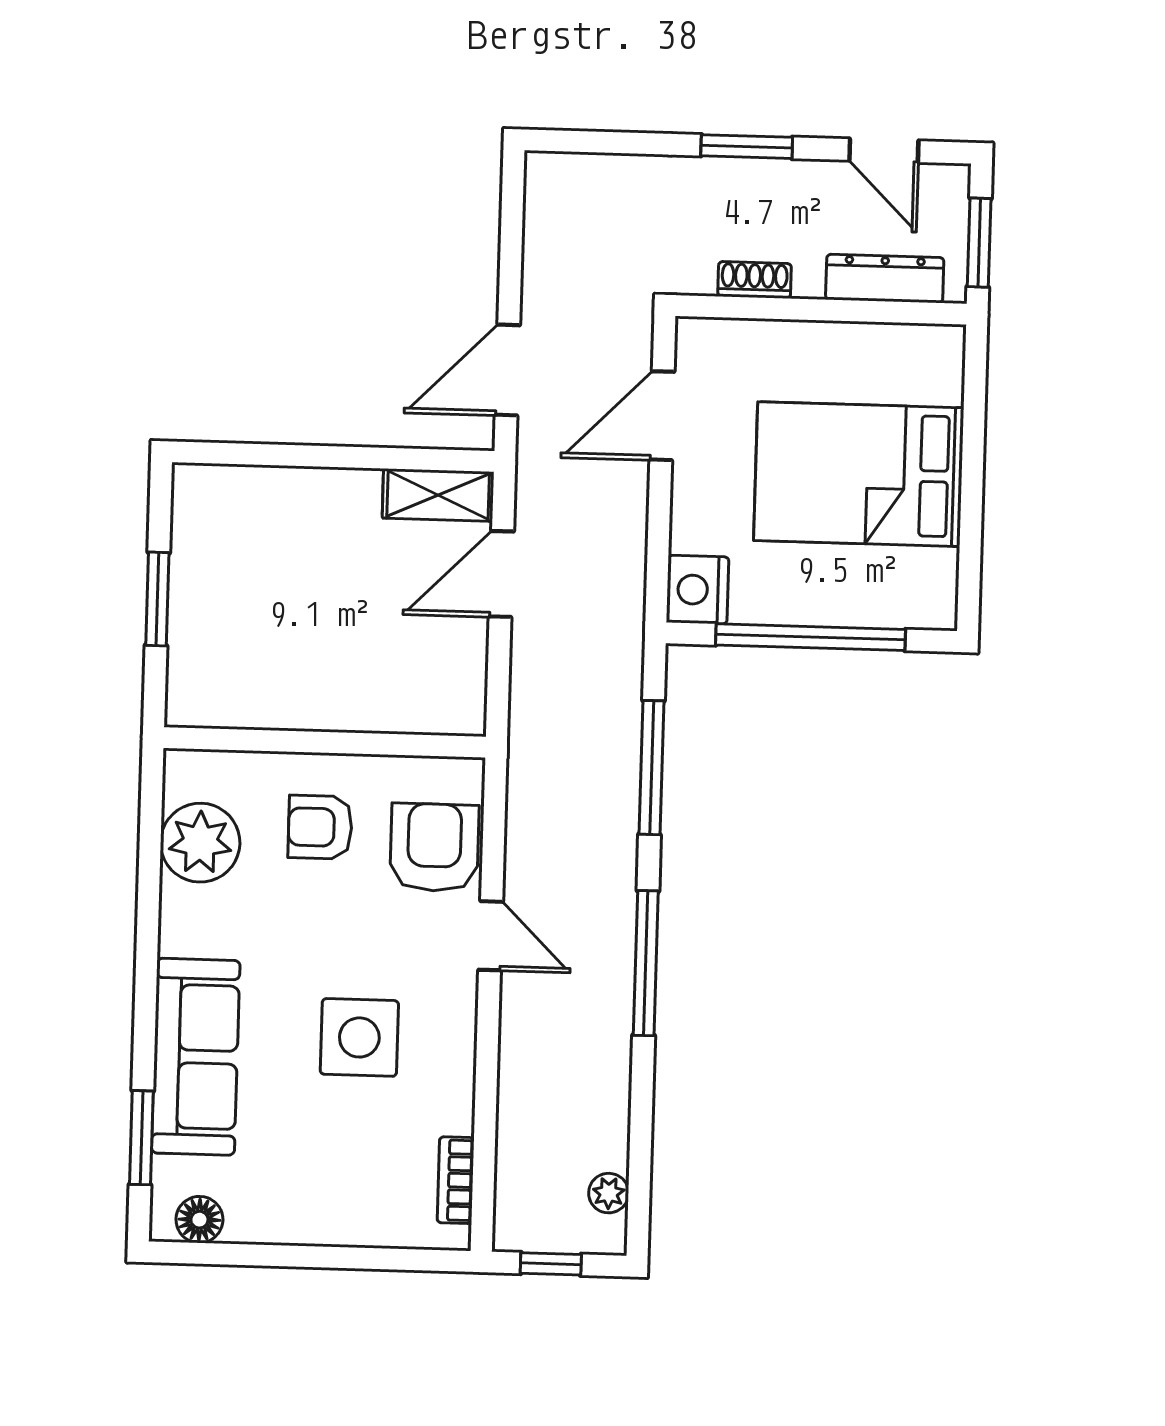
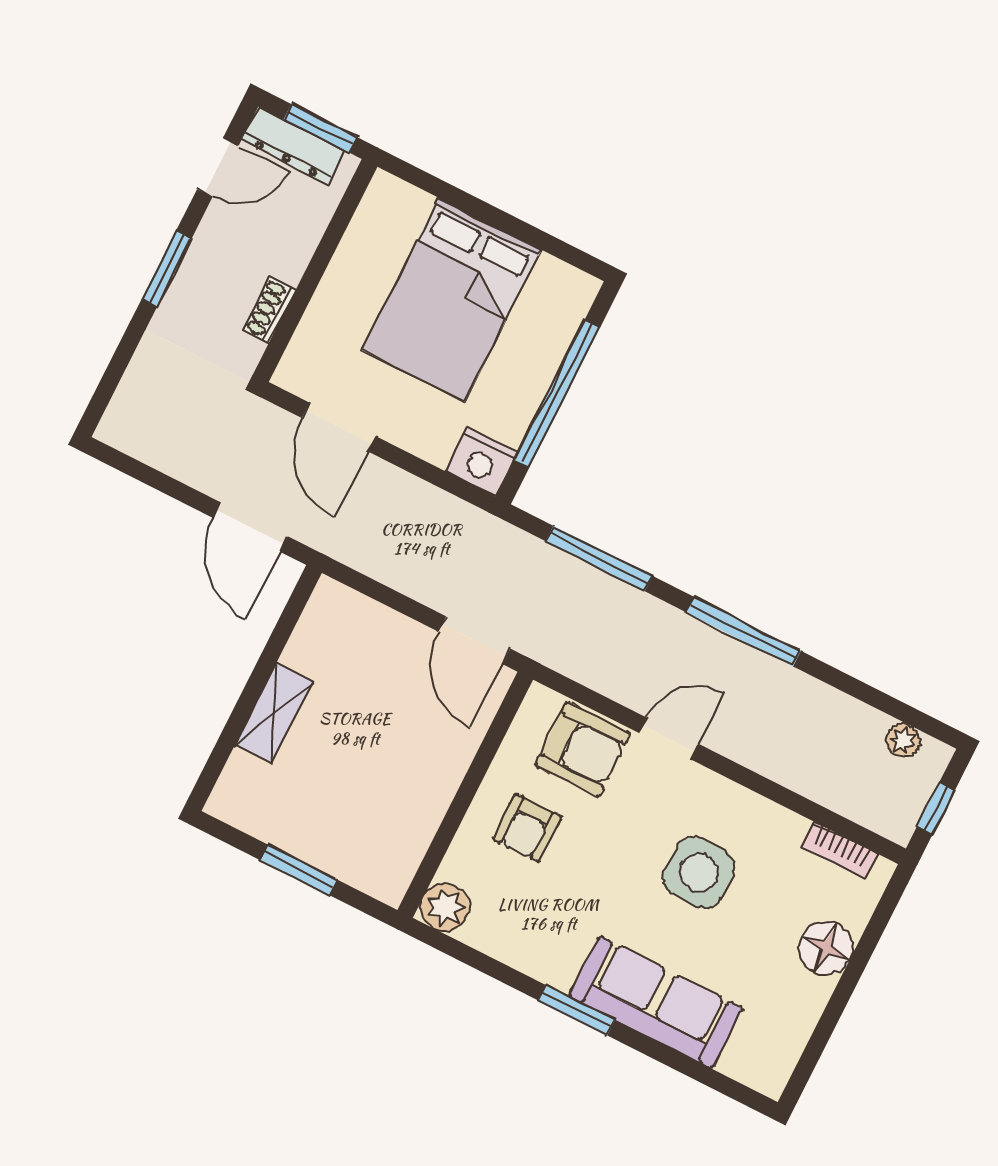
dresser: (885, 279) -> (293, 145), moved, turned -90
shelving: (438, 495) -> (274, 714), moved
door: (501, 574) -> (474, 640), moved
plant: (200, 843) -> (445, 907), moved, width x0.73, depth x0.73
armchair: (434, 848) -> (583, 749), turned 180
window: (141, 1138) -> (576, 1010), moved
floor lamp: (199, 1220) -> (826, 948), moved, width x1.38, depth x1.38

